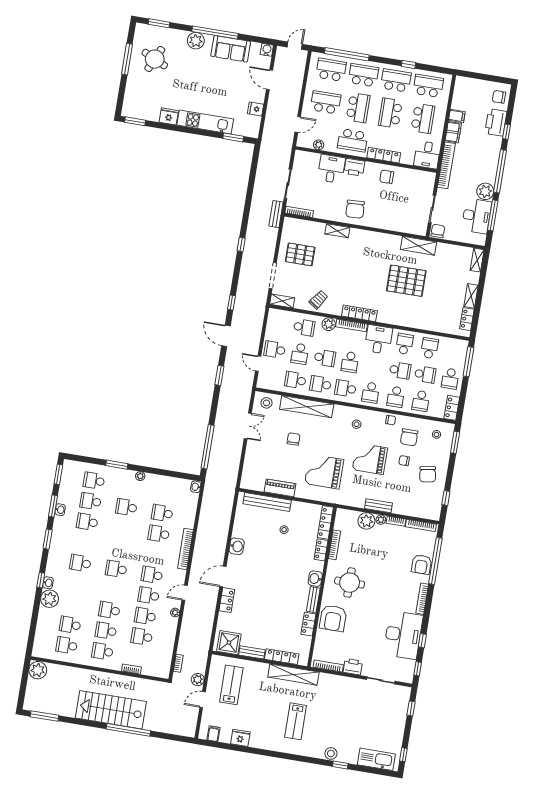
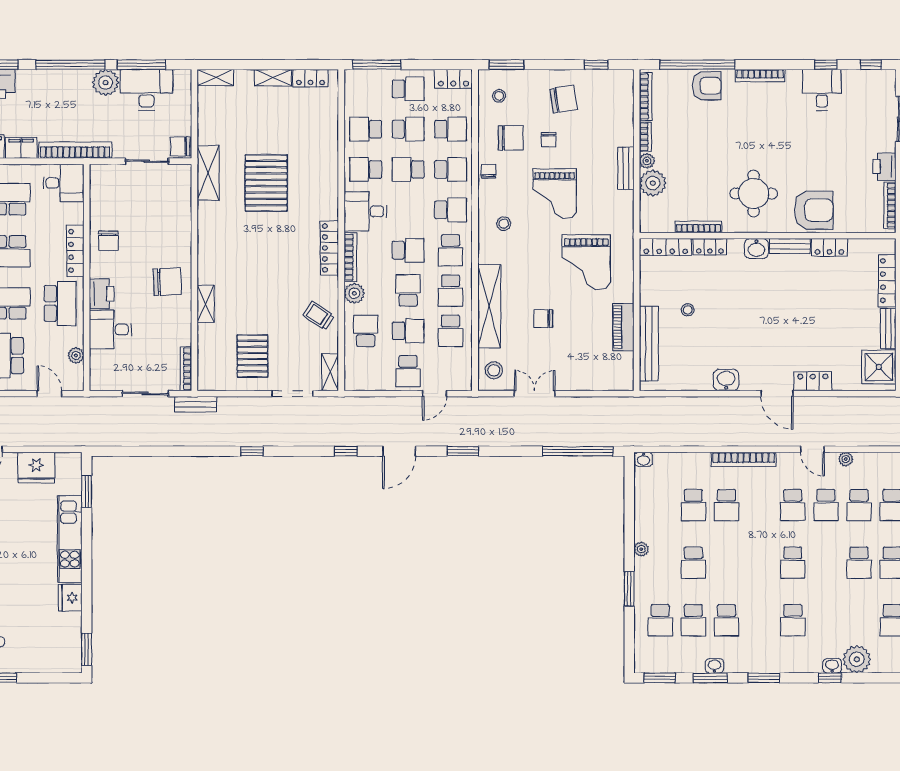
fridge: (256, 109) -> (36, 468), width x1.88, depth x1.34
school desk: (400, 370) -> (408, 169), turned -90
school desk: (425, 374) -> (408, 129), turned 90
desk: (403, 635) -> (822, 90), width x0.53, depth x0.77

